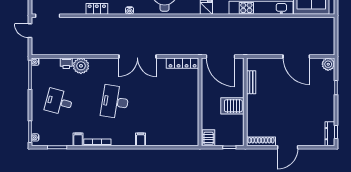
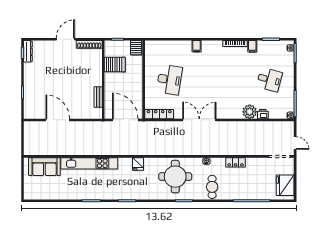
plant: (328, 64) -> (29, 113), removed
desk: (115, 102) -> (169, 80), moved
server rack: (232, 106) -> (115, 65), moved

